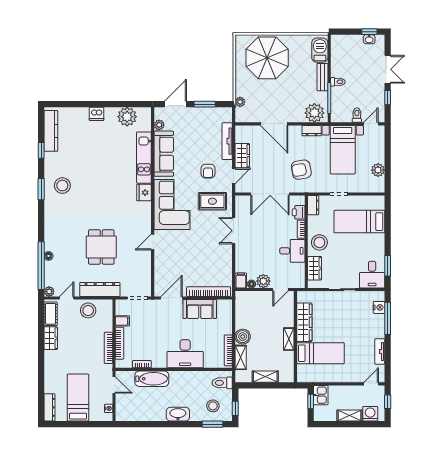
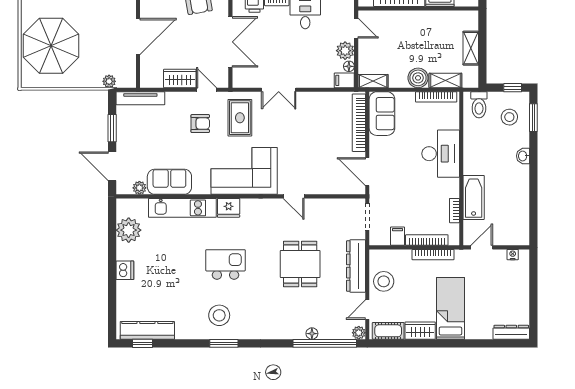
tv unit: (227, 141) -> (140, 98), moved
window: (41, 150) -> (142, 343), moved
sofa: (164, 154) -> (169, 182), width x0.73
kitchen island: (101, 190) -> (225, 264), added
dining table: (101, 247) -> (300, 264), turned 90
door: (67, 298) -> (367, 310), hinge flipped
sofa: (200, 309) -> (382, 114), moved
shelving: (289, 339) -> (373, 81), moved
bed: (78, 398) -> (450, 308), moved, turned 90
washbasin: (178, 414) -> (523, 156), width x0.52, depth x0.69

